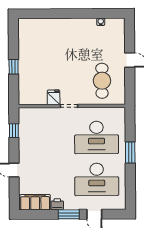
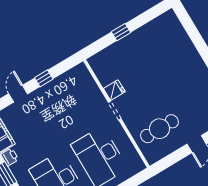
window: (14, 131) -> (44, 78), moved

